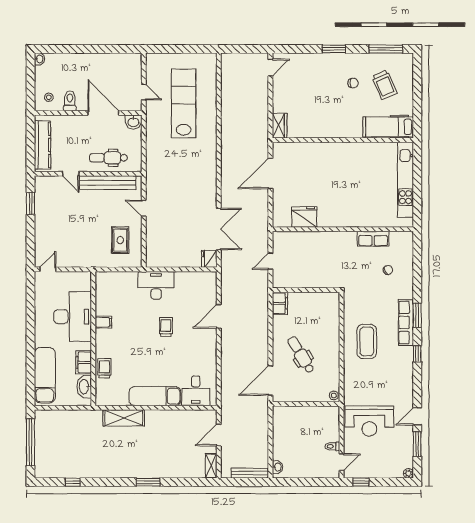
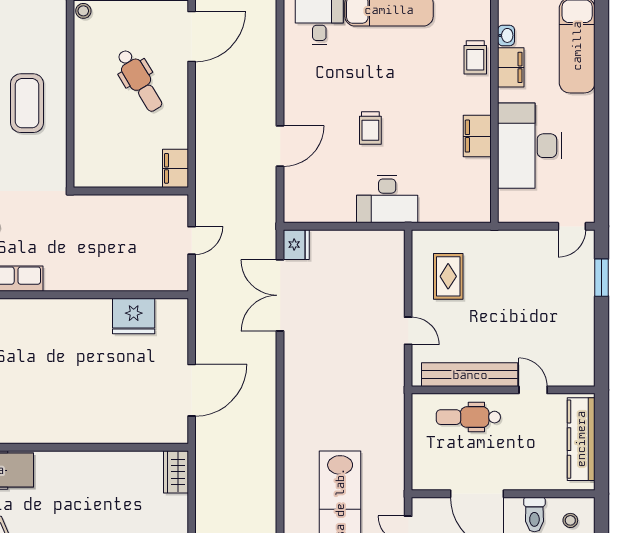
washbasin: (133, 122) -> (426, 478), removed
dental chair: (109, 158) -> (468, 417), turned 180
window: (31, 203) -> (602, 278), moved
filing cabinet: (103, 322) -> (477, 136), width x2.00
washbasin: (84, 387) -> (506, 35), width x0.52, depth x0.69

